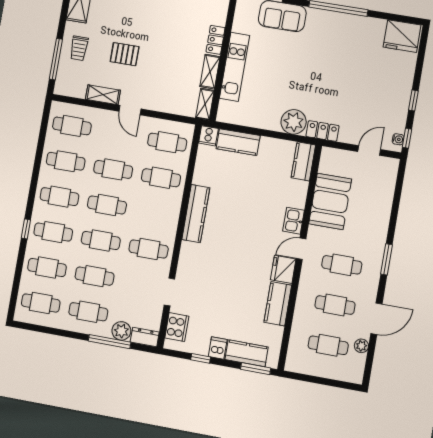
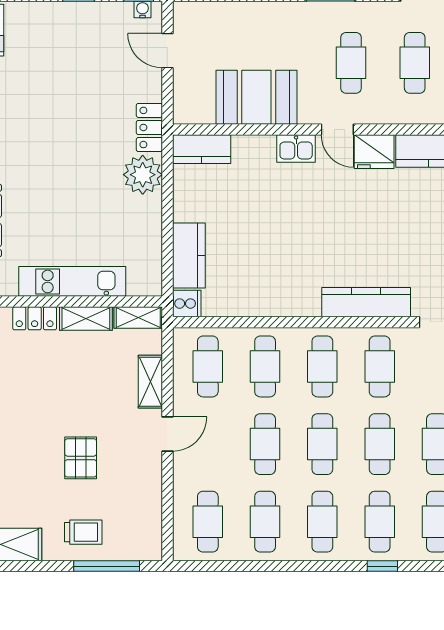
shelving: (103, 95) -> (150, 382), moved
cafe table: (155, 213) -> (322, 366), added
kitchen counter: (196, 214) -> (366, 302), moved

